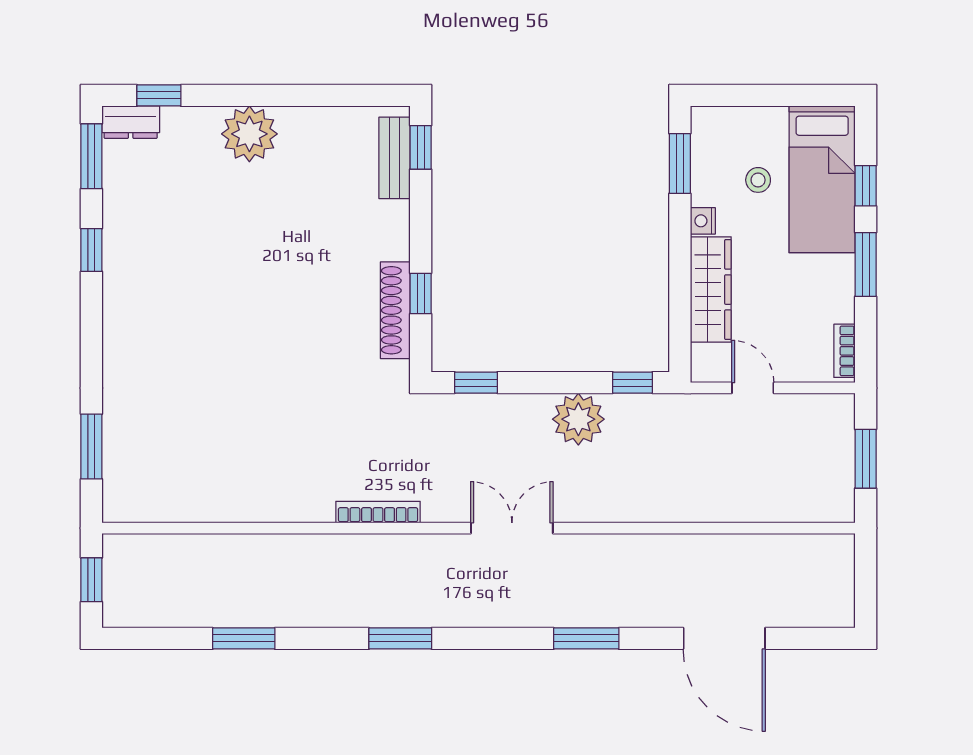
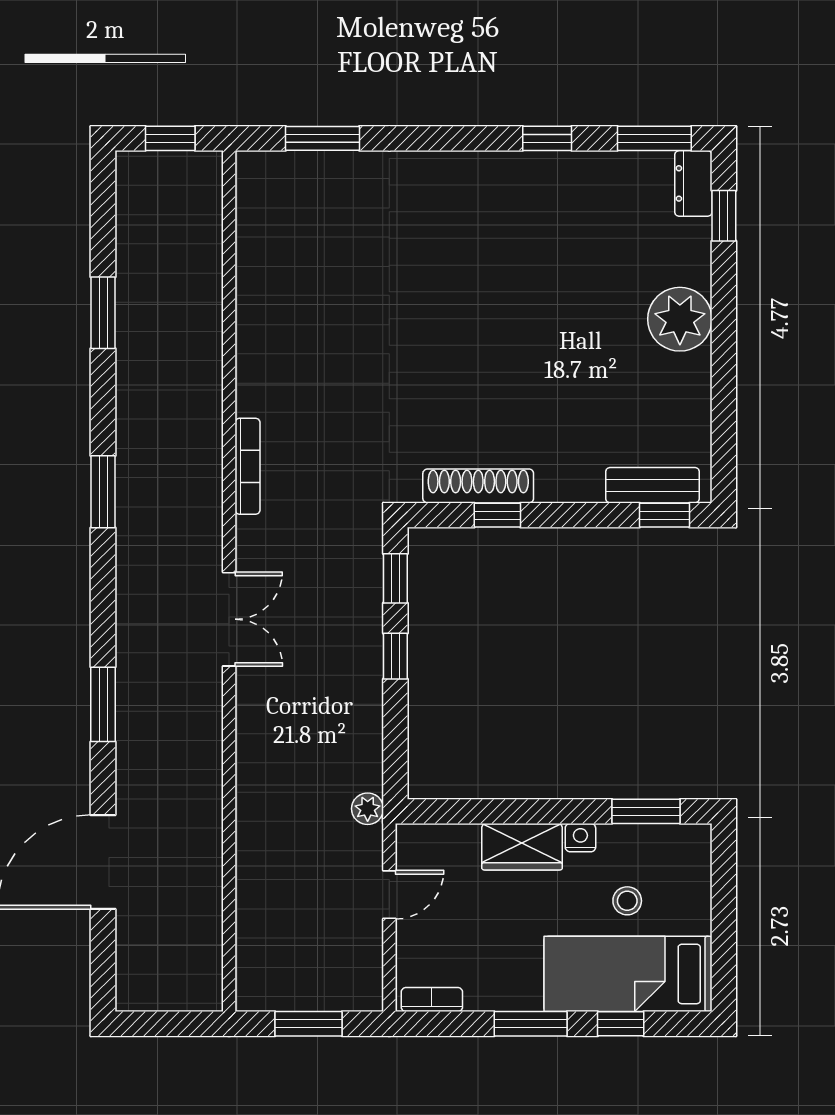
wardrobe: (711, 290) -> (522, 847), width x0.67
window: (632, 383) -> (395, 656), moved
plant: (578, 419) -> (368, 809), moved, width x0.53, depth x0.53

